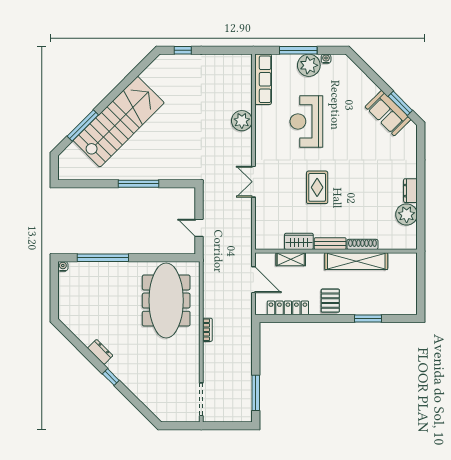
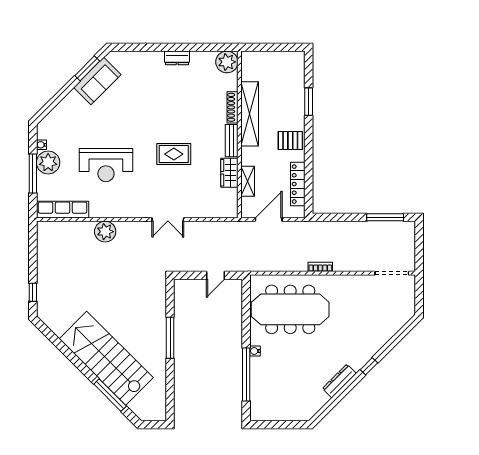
plant: (407, 214) -> (227, 62), moved
water cooler: (63, 266) -> (255, 351), moved
dresser: (100, 352) -> (339, 381), width x1.44

